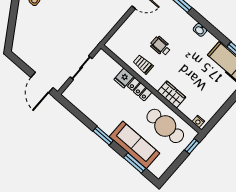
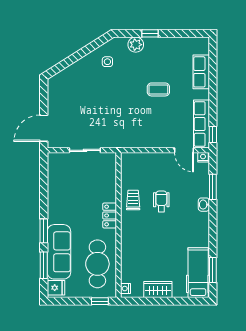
washbasin: (200, 30) -> (204, 205), moved
fridge: (124, 78) -> (56, 288), moved, turned 180
wardrobe: (172, 94) -> (158, 290), moved, turned -90
window: (103, 136) -> (44, 231), moved

